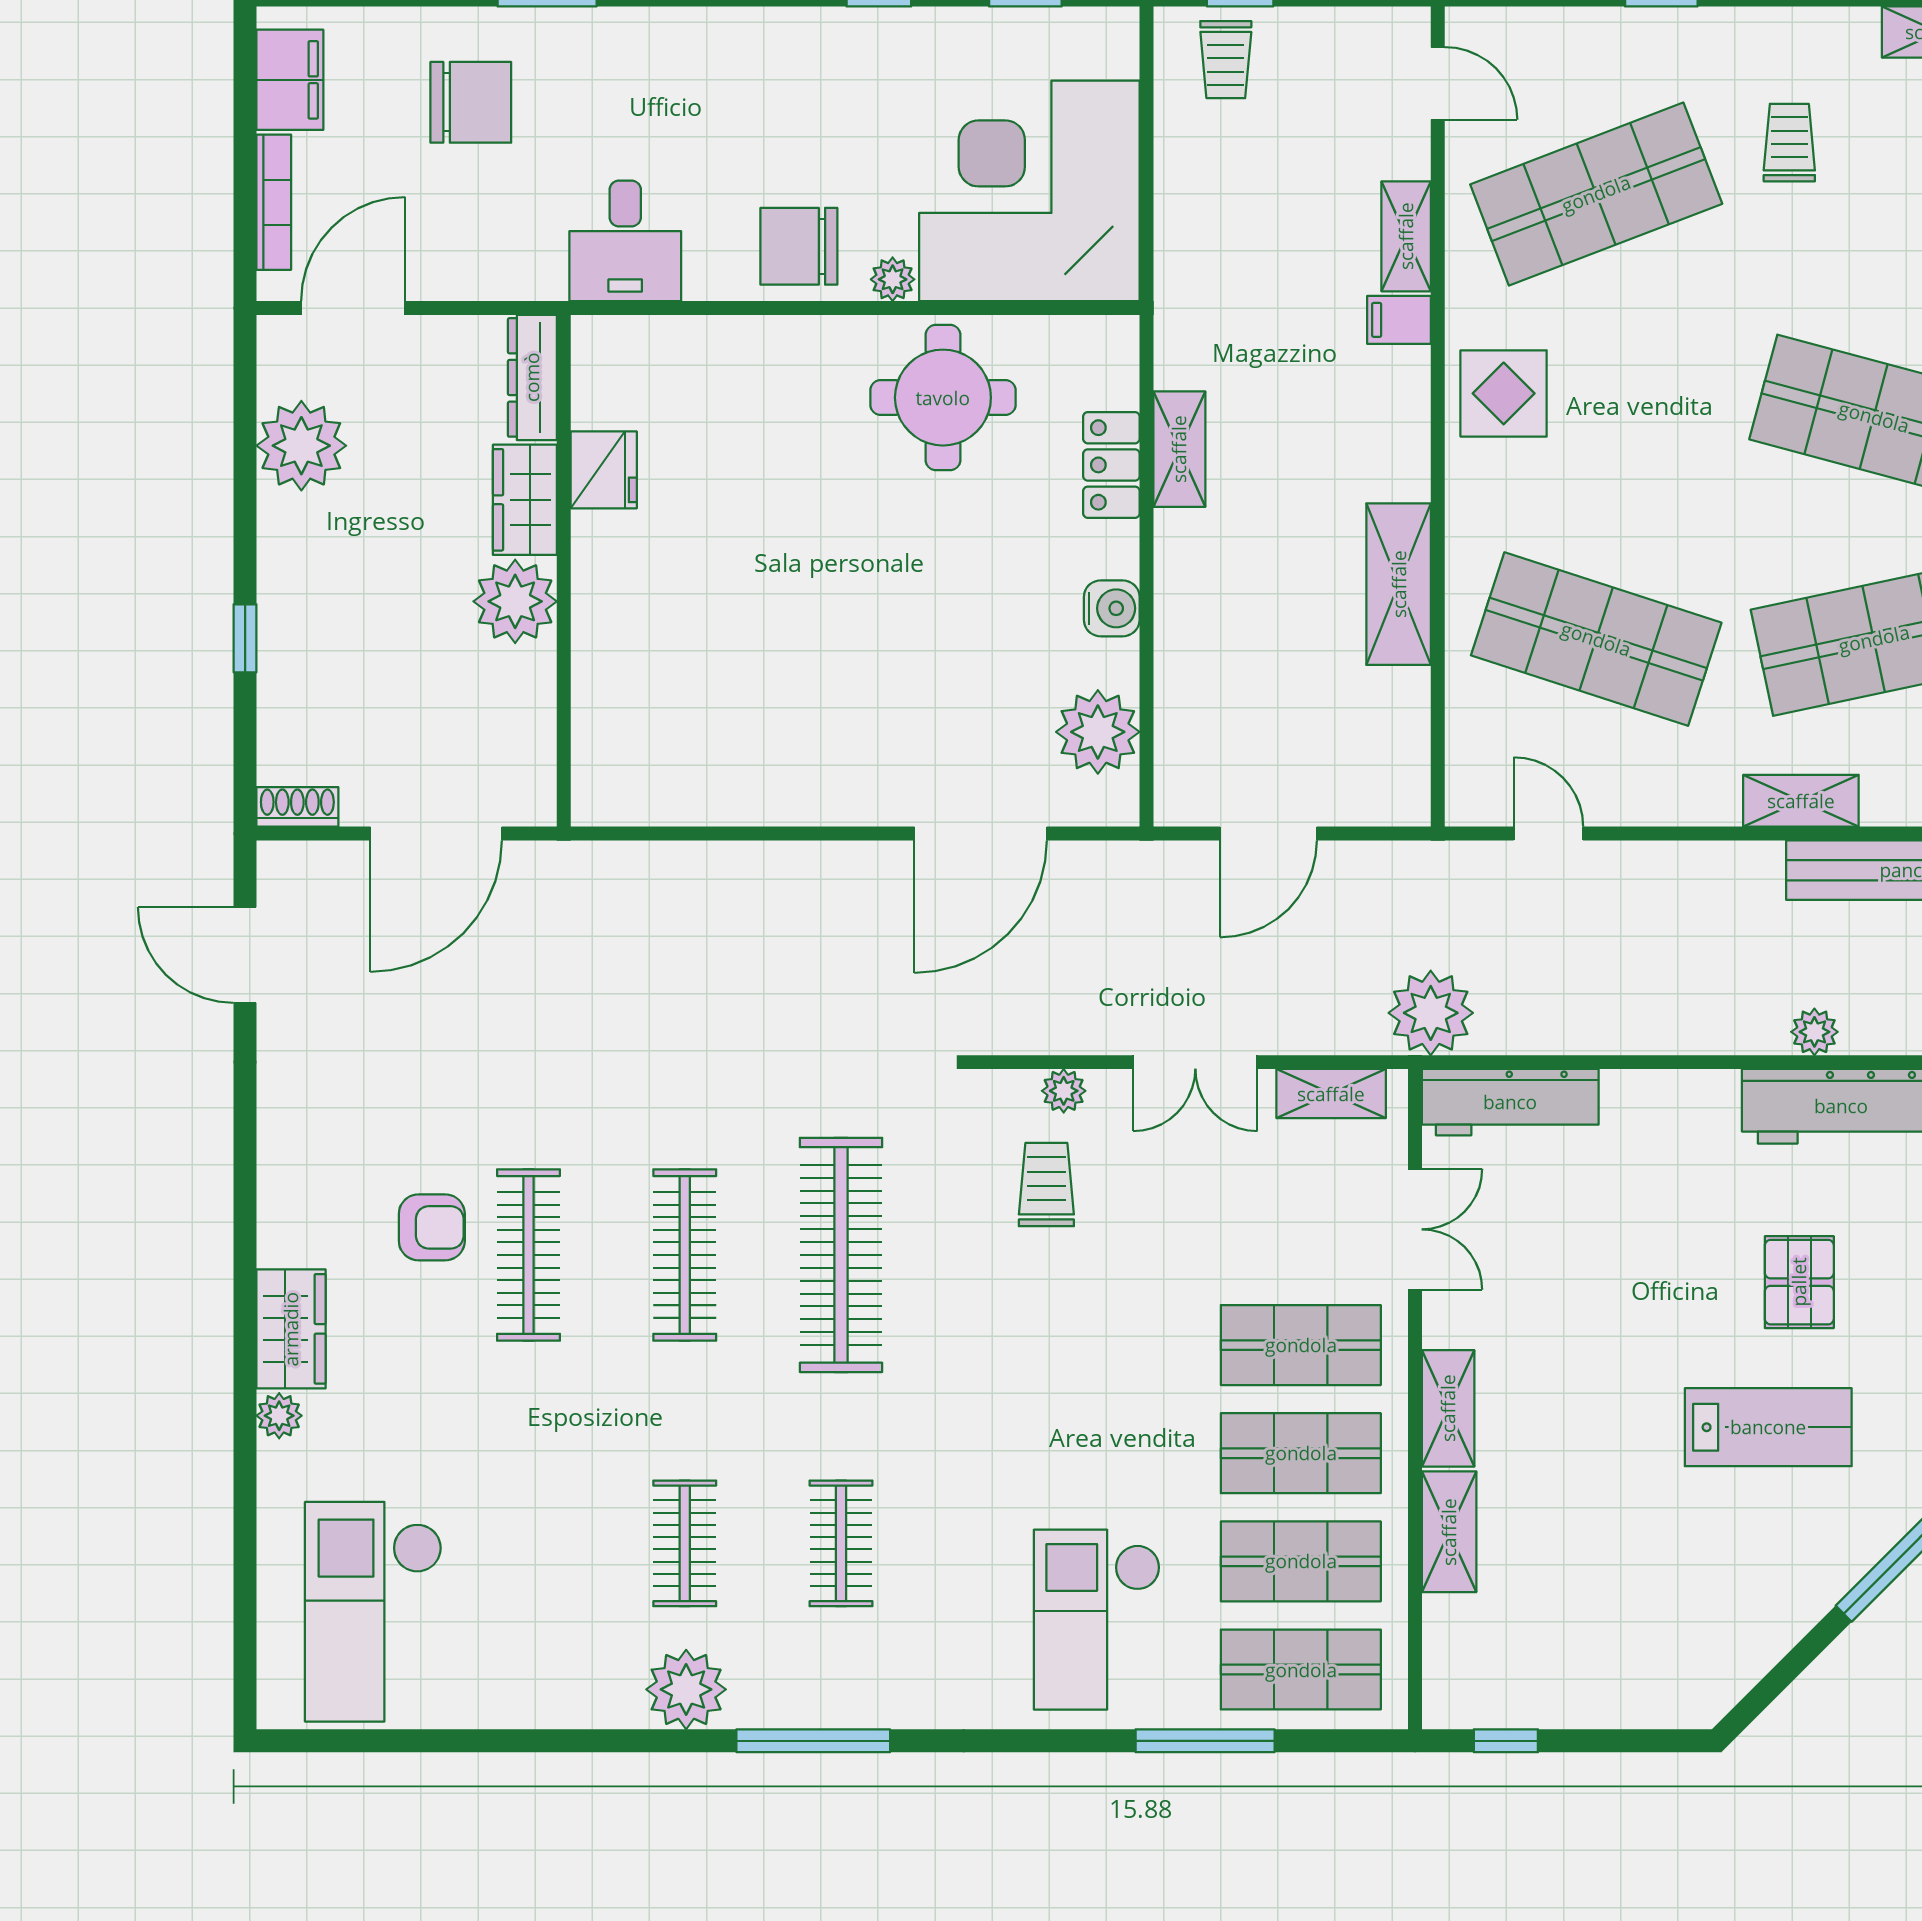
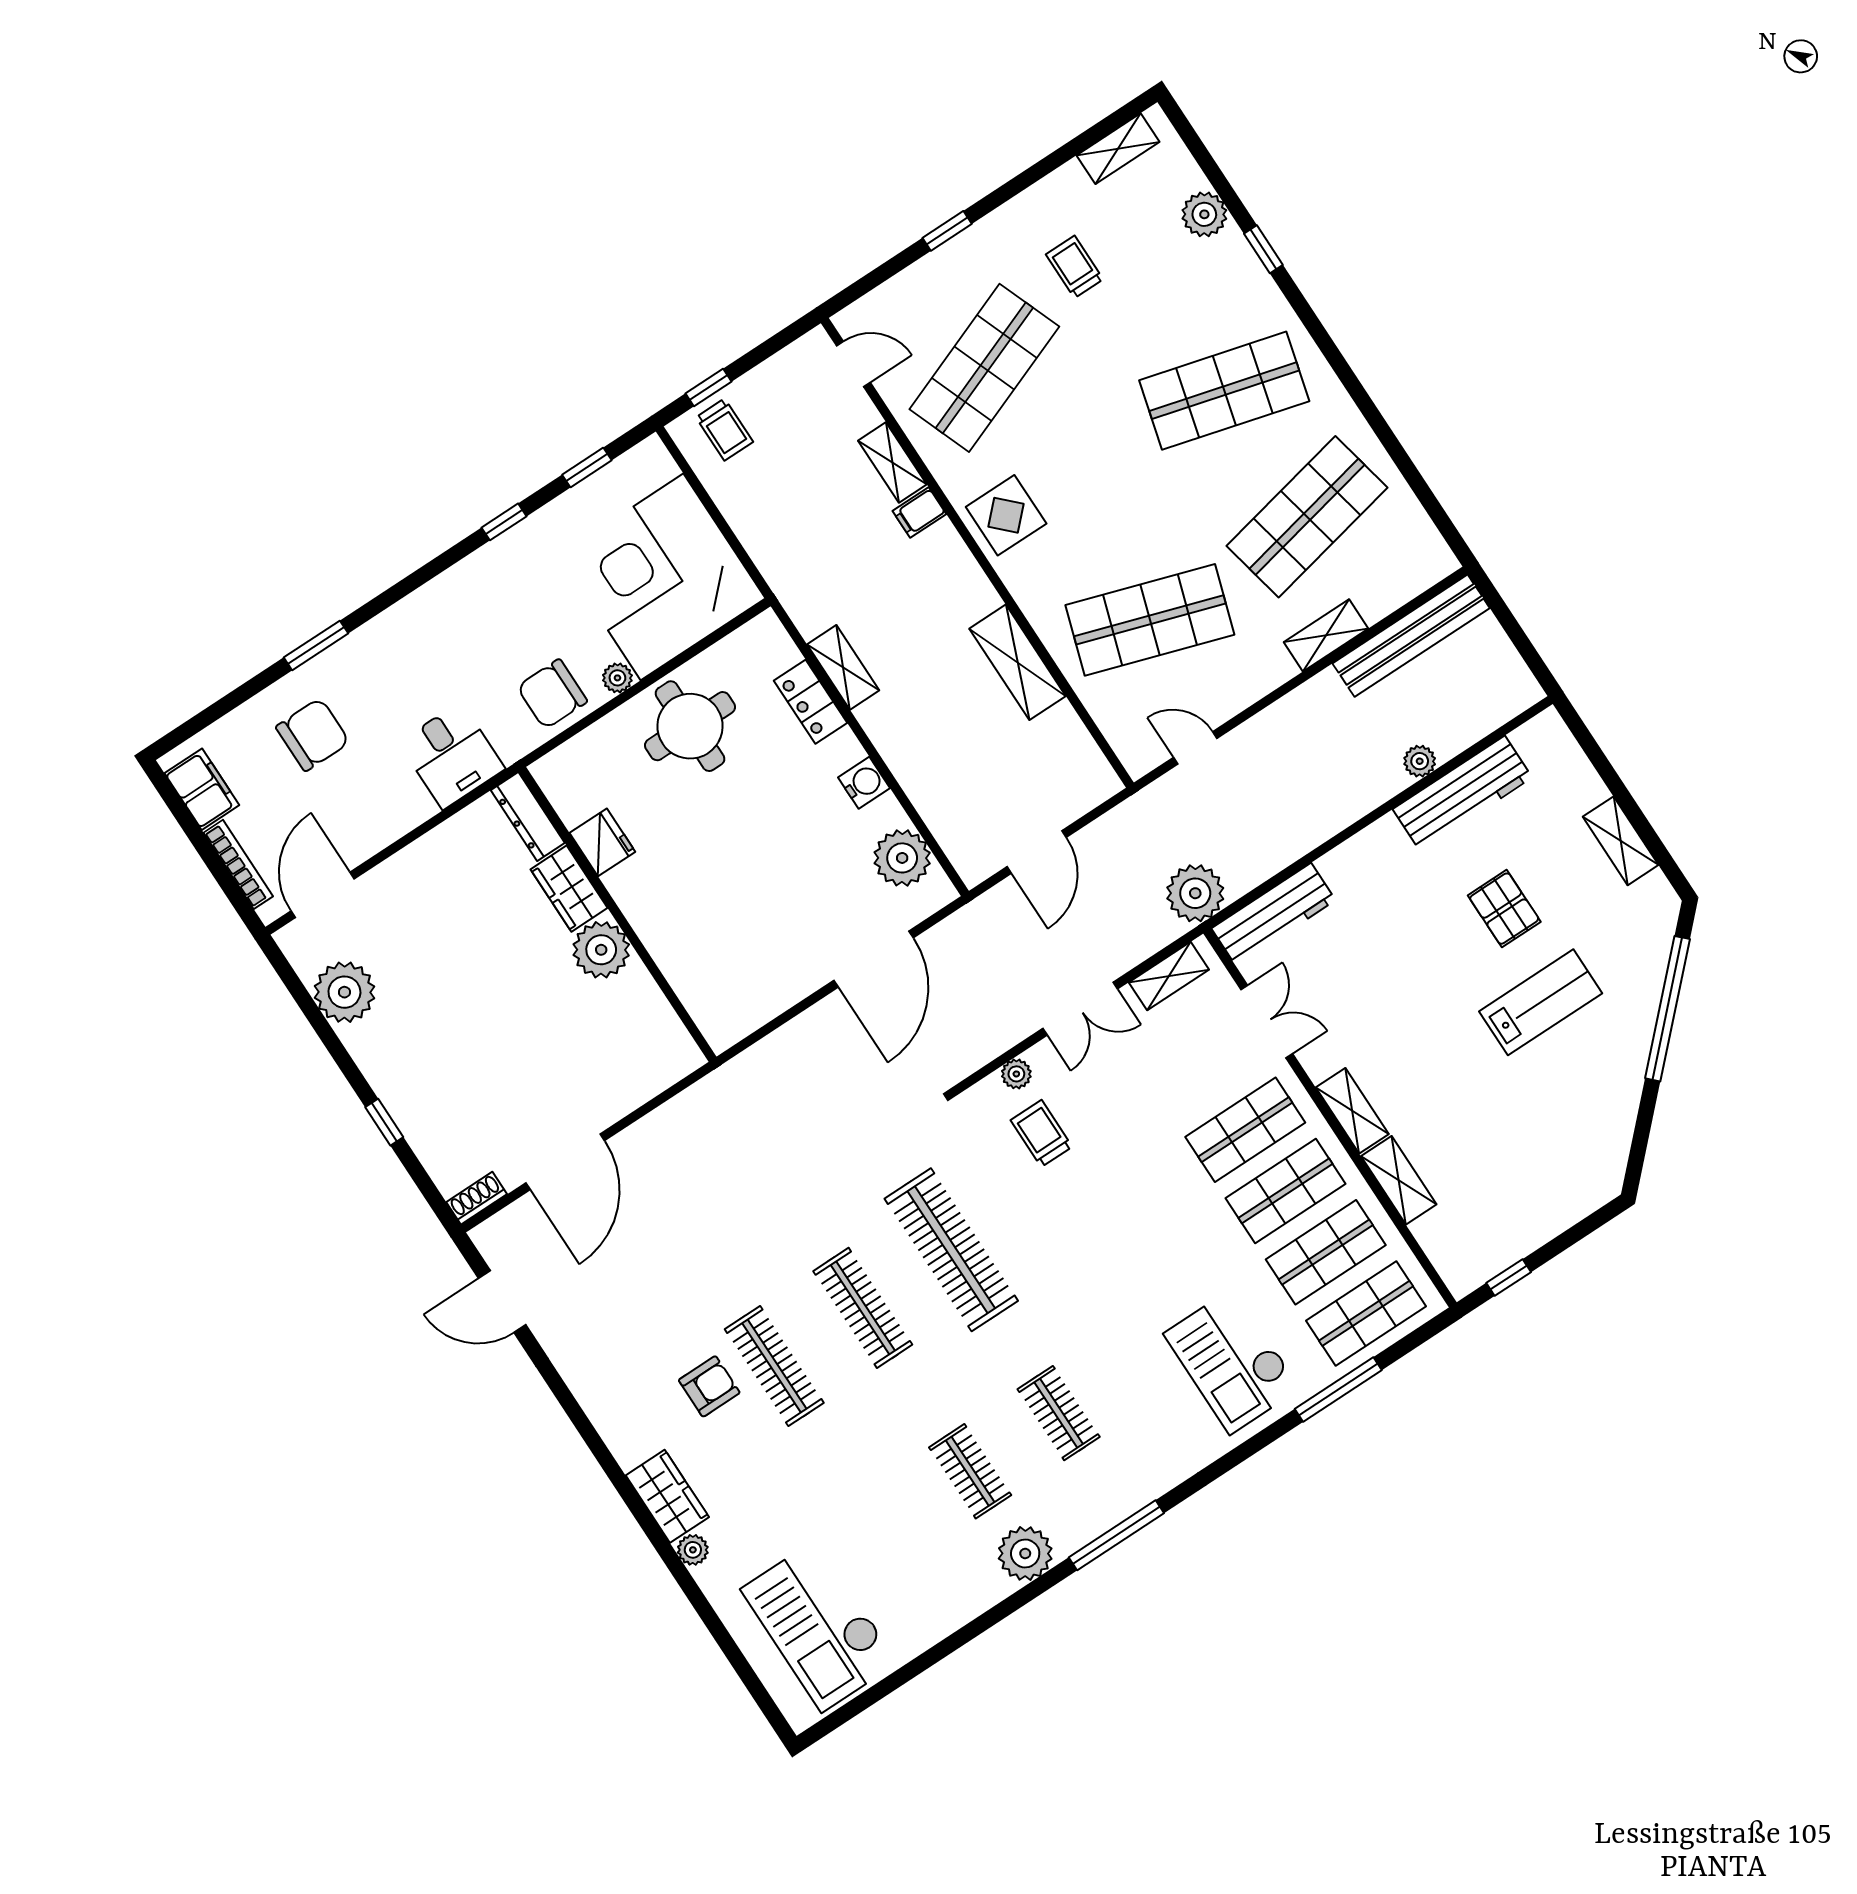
dresser: (532, 377) -> (528, 817), moved
fridge: (604, 470) -> (602, 842), moved
wardrobe: (525, 500) -> (569, 889), moved
wall: (564, 571) -> (617, 914), moved
plant: (515, 601) -> (601, 950), moved

